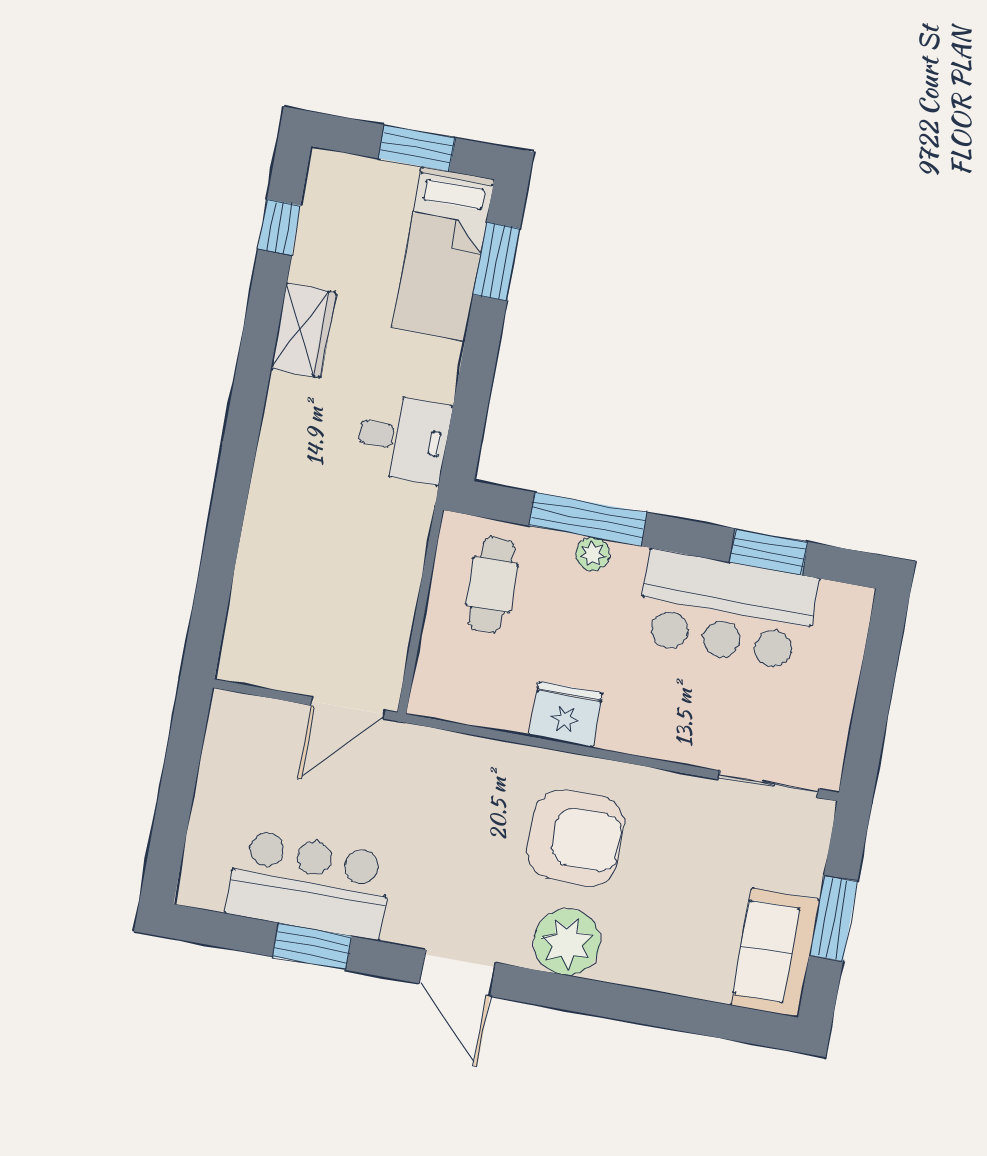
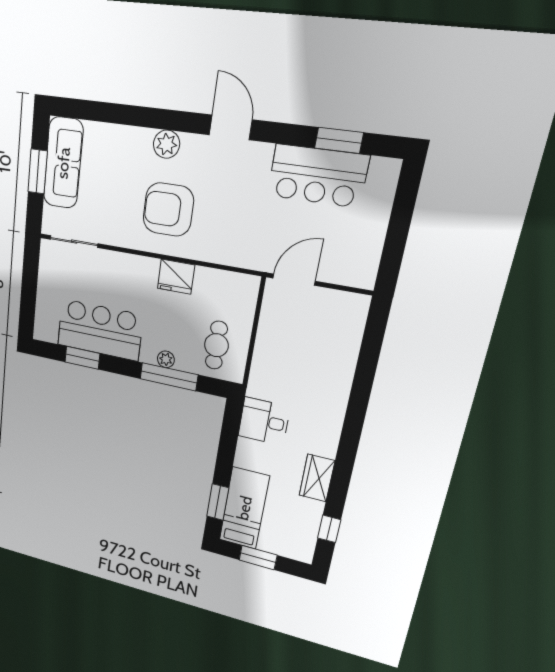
plant: (567, 942) -> (167, 144), width x0.73, depth x0.73
window: (312, 947) -> (339, 140), moved
sofa: (775, 953) -> (63, 163), width x1.36

